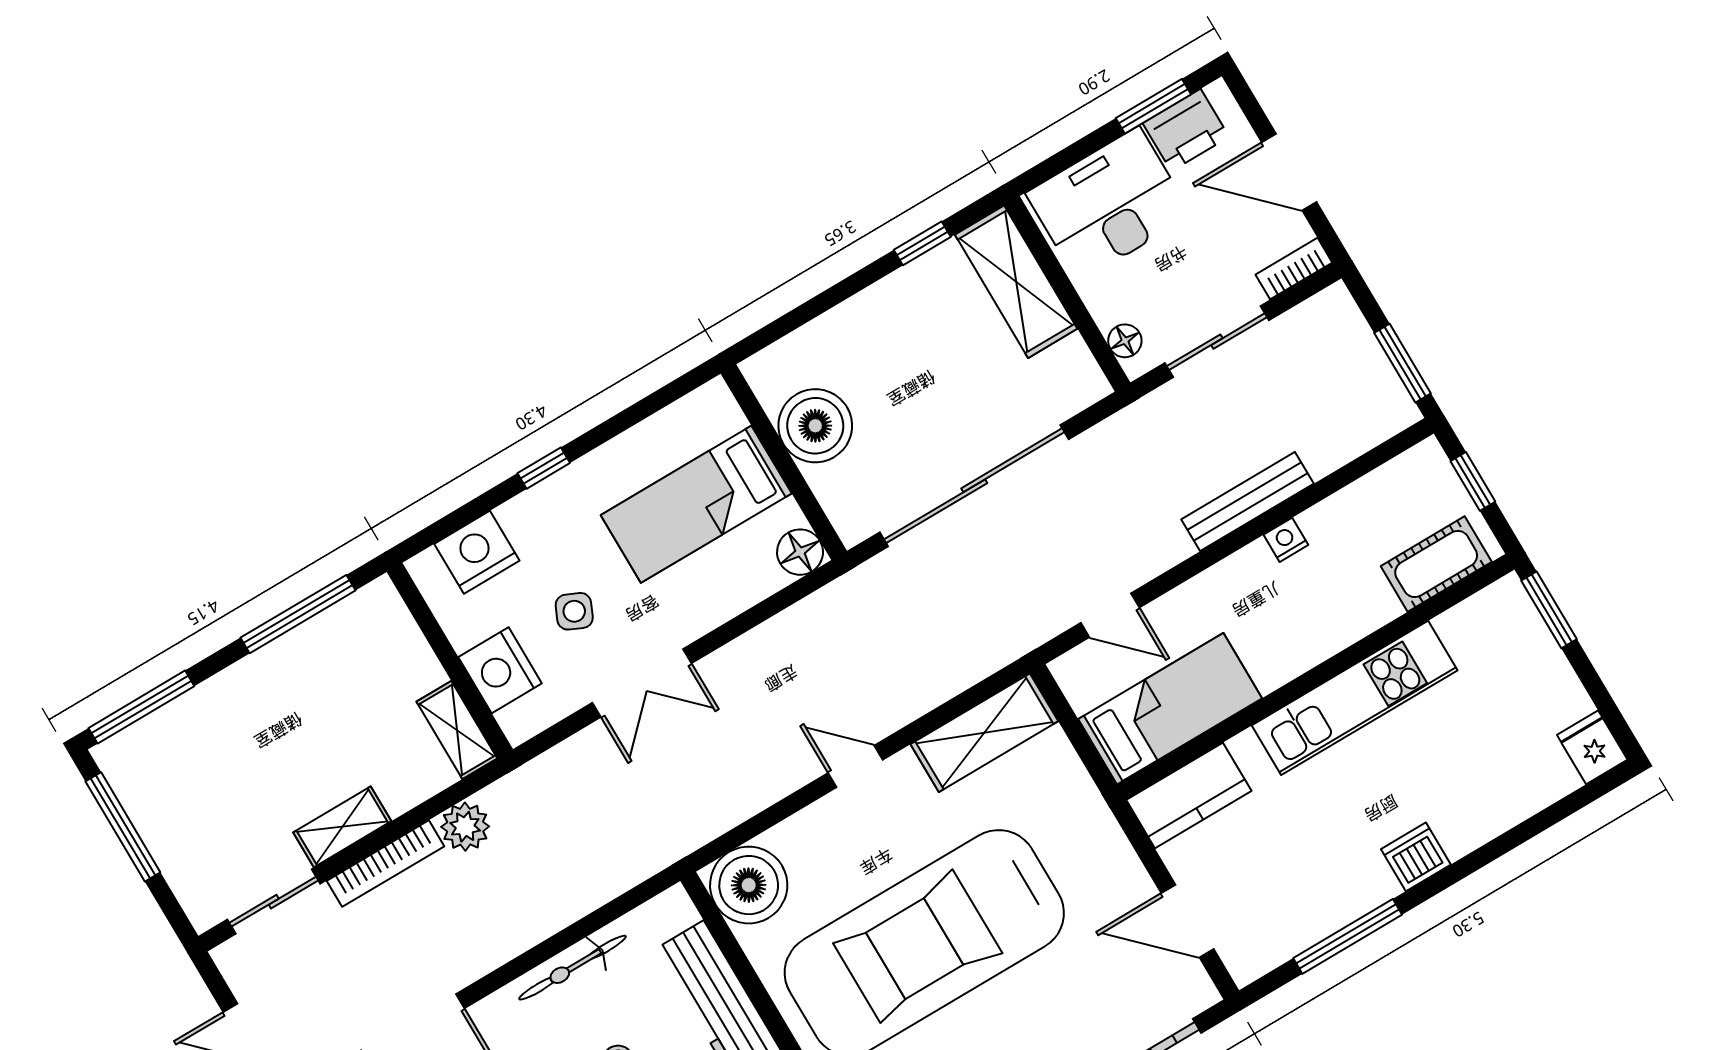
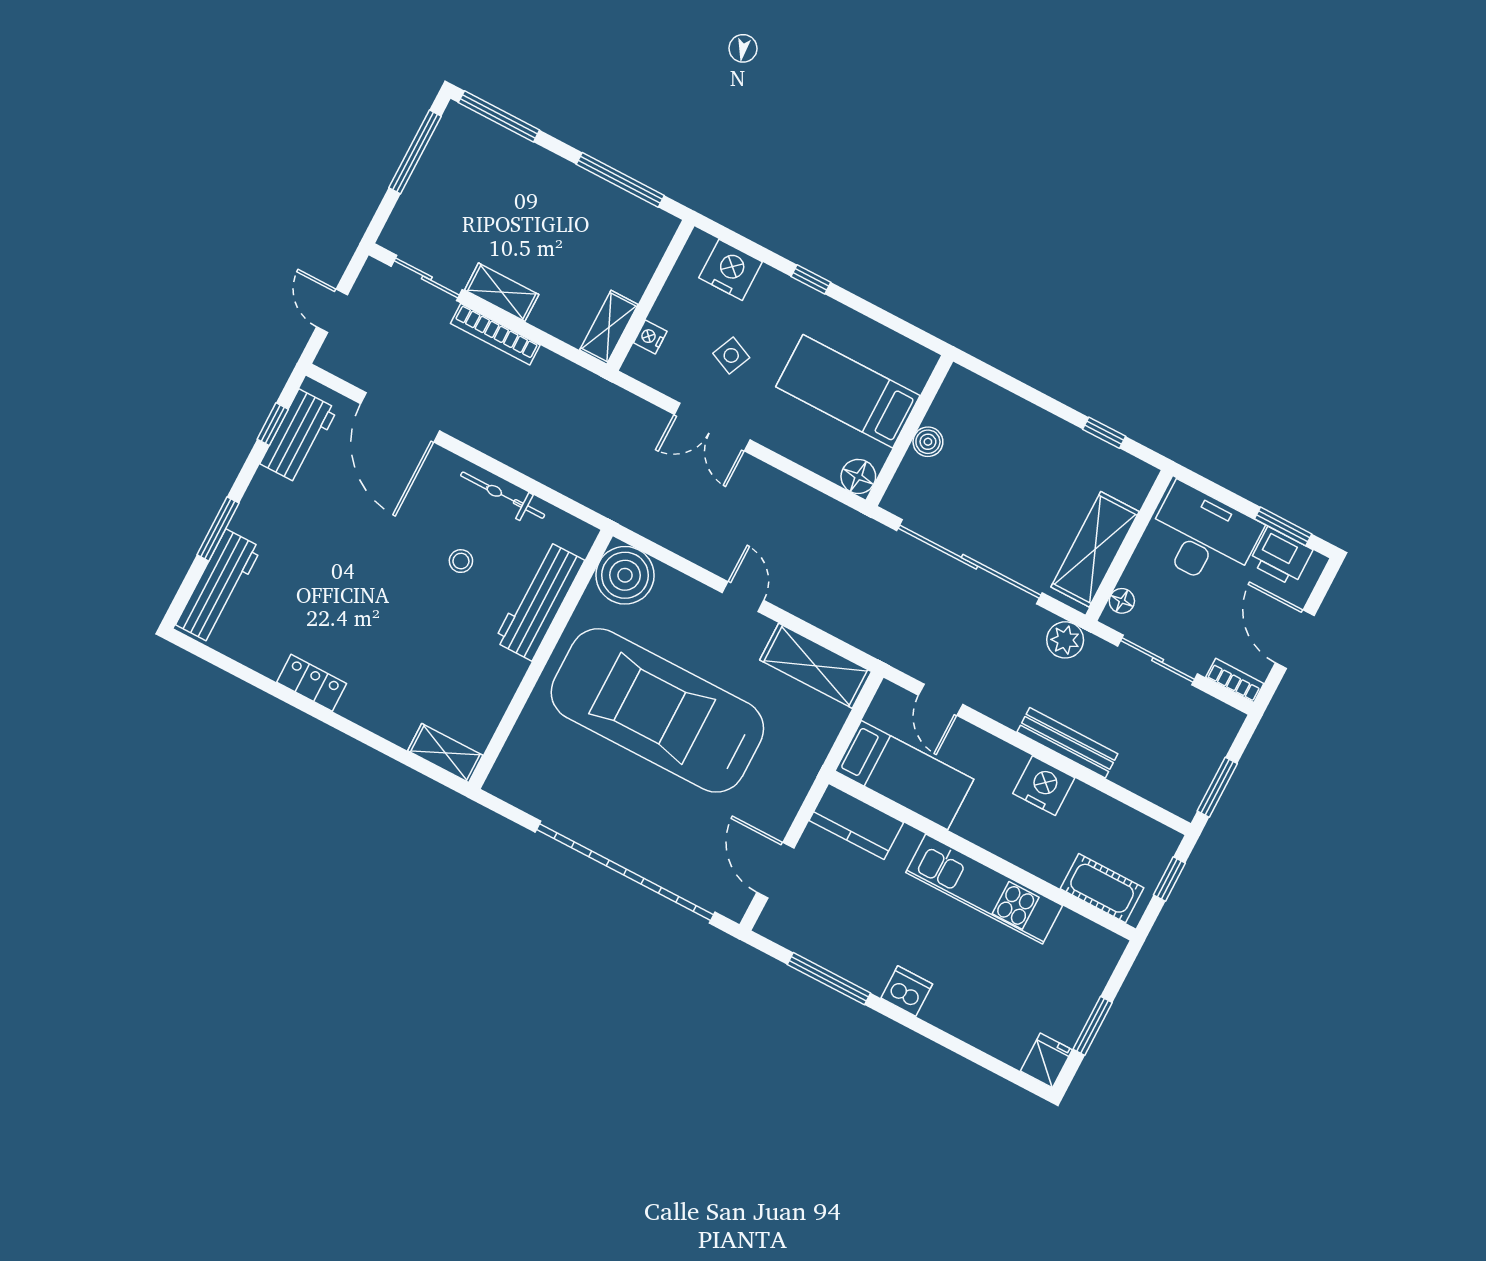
shelving: (1016, 282) -> (1095, 549), moved
boiler: (815, 426) -> (928, 442), width x0.54, depth x0.54
nightstand: (1286, 540) -> (1044, 786), width x1.89, depth x1.79
window: (1549, 610) -> (1093, 1026), moved
nightstand: (500, 670) -> (650, 337), width x0.53, depth x0.56
plant: (465, 827) -> (1065, 640), moved

